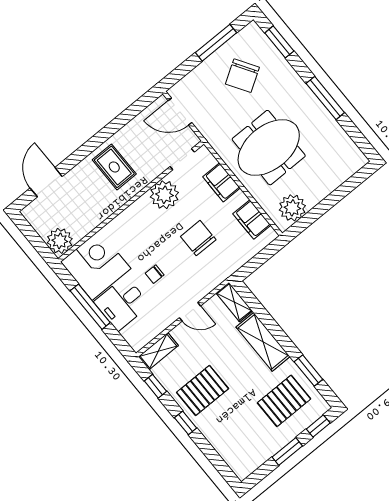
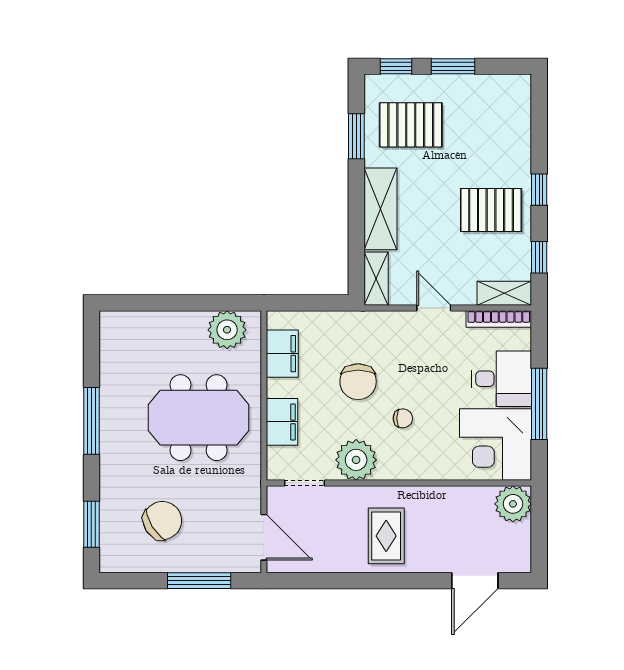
window: (216, 43) -> (199, 581), moved
chair: (155, 274) -> (403, 418), moved
bookcase: (150, 335) -> (499, 319), added

